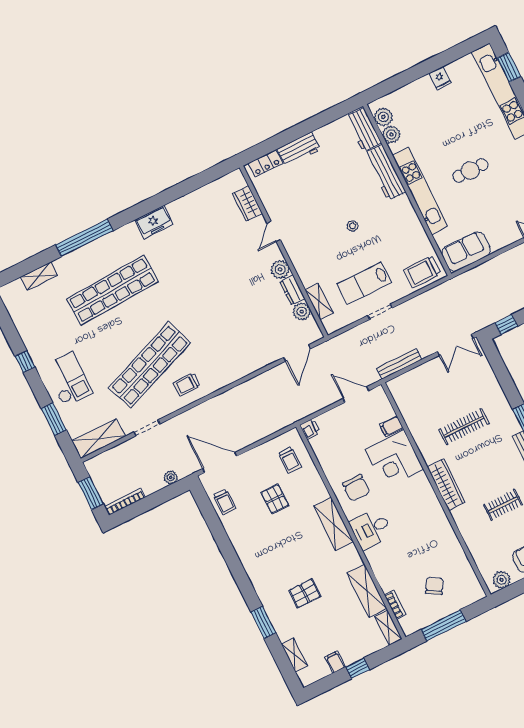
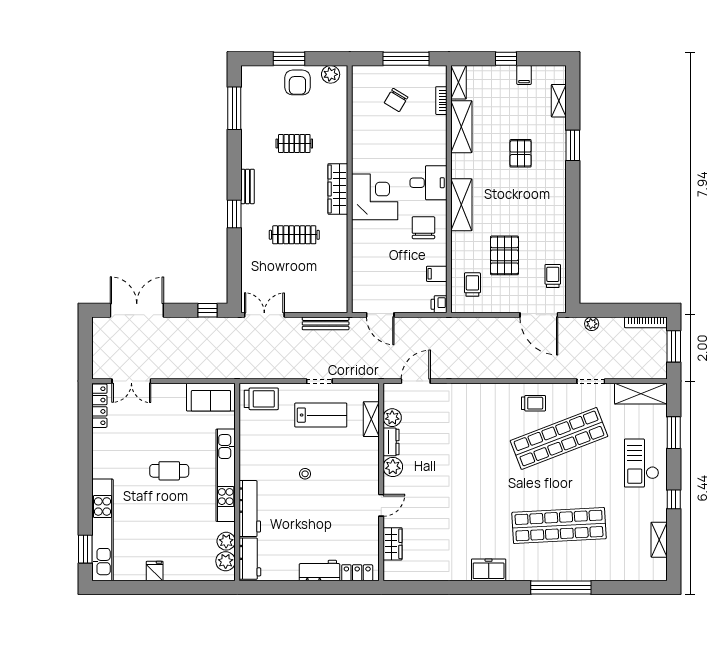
shelving: (39, 276) -> (659, 540), moved, turned 90
filing cabinet: (391, 426) -> (437, 274), moved, turned 180
corner desk: (394, 459) -> (375, 197), moved
pallet: (275, 499) -> (504, 255), width x1.50, depth x1.42
pallet: (305, 593) -> (521, 153), turned 90

